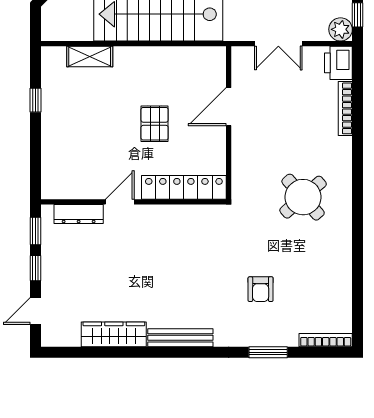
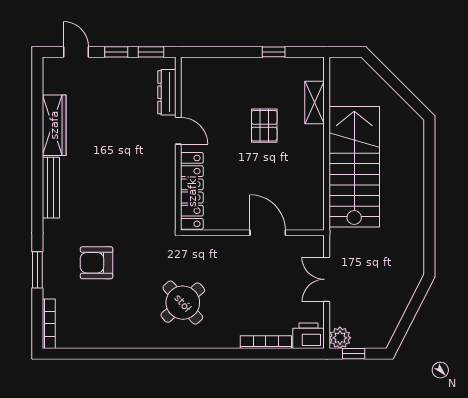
pallet: (155, 124) -> (264, 126), moved, turned 90
armchair: (261, 289) -> (96, 263), width x1.38, depth x1.38

